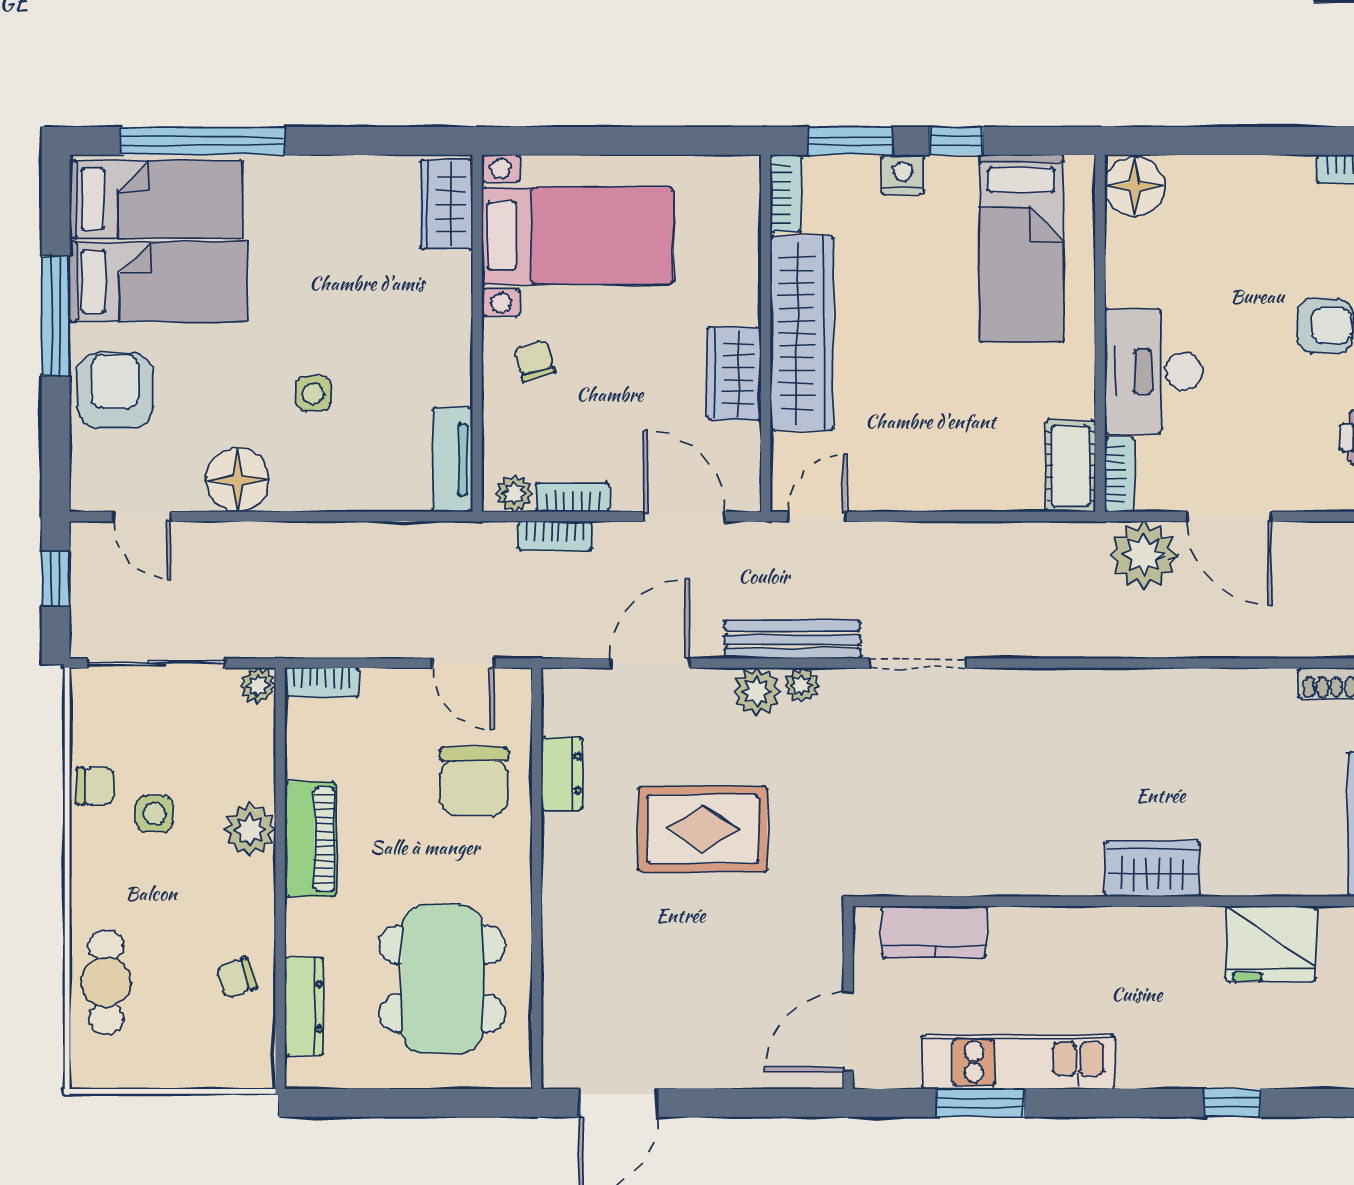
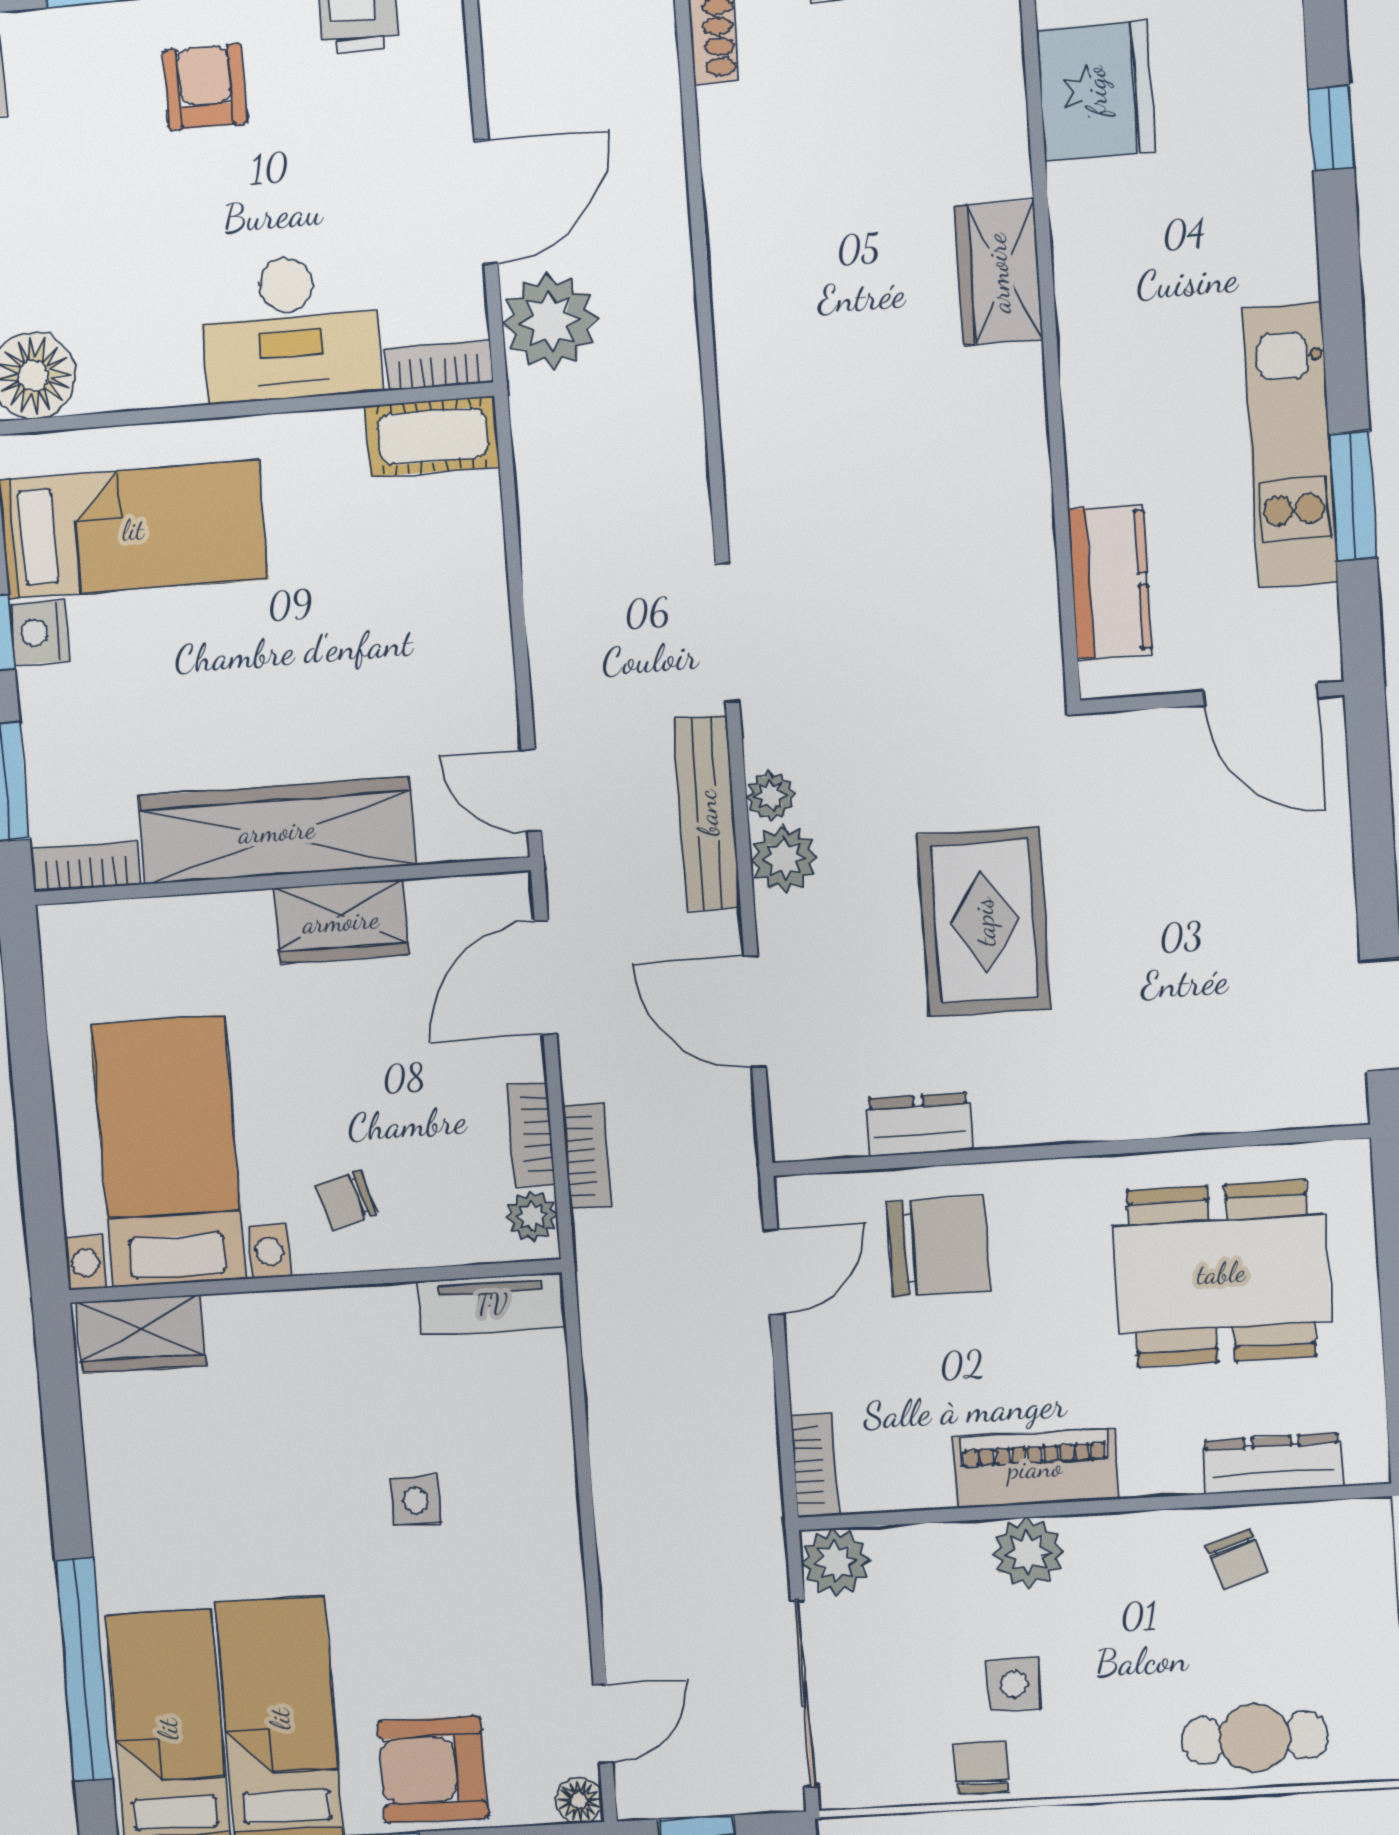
nightstand: (903, 175) -> (39, 632), moved
floor lamp: (238, 480) -> (579, 1800), moved, width x0.53, depth x0.53
plant: (258, 686) -> (835, 1562), width x1.38, depth x1.38

